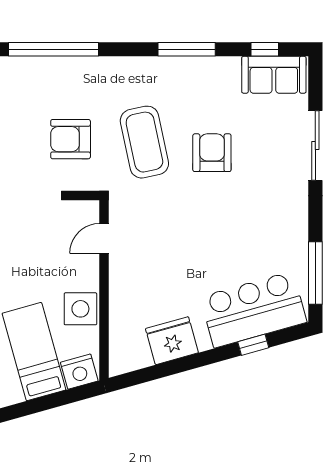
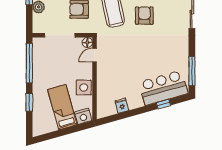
floor lamp: (88, 211) -> (87, 43), added
fridge: (172, 341) -> (122, 106), width x0.53, depth x0.75

